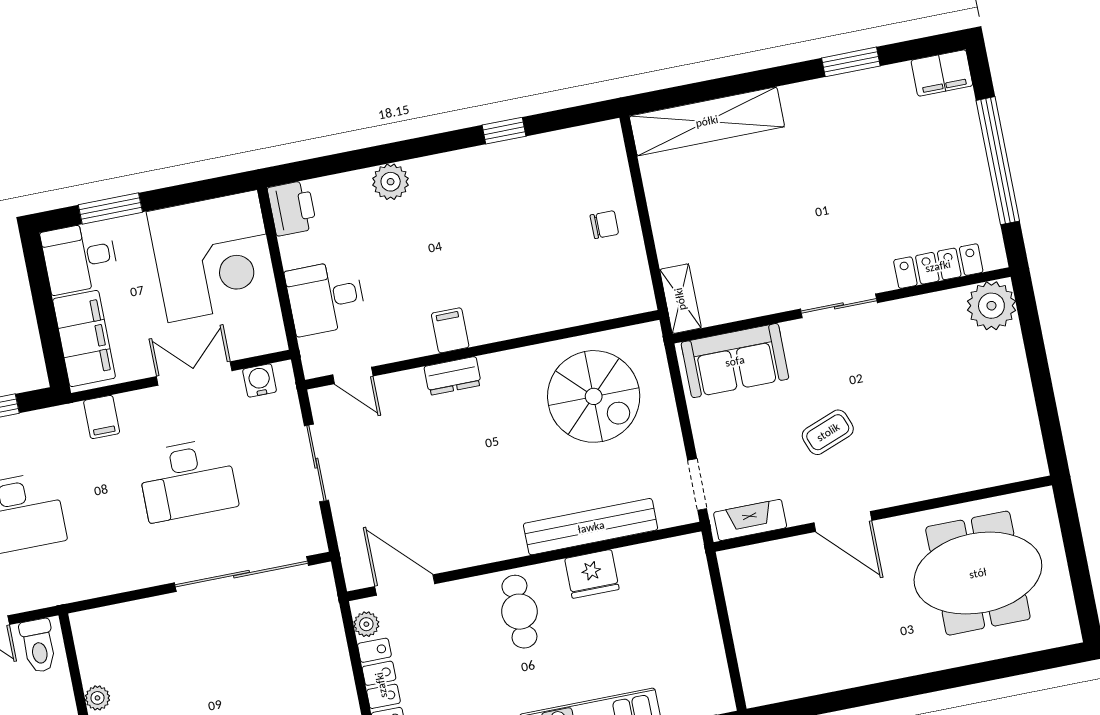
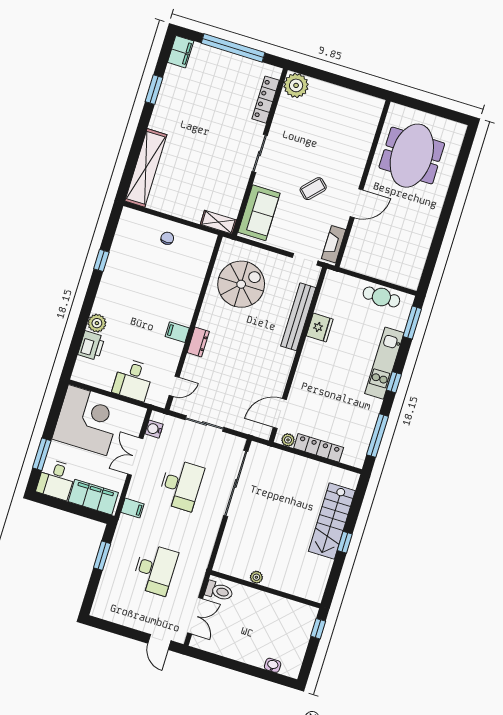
printer: (292, 208) -> (91, 346), moved, turned 90
coffee table: (828, 432) -> (313, 189), turned 64
cafe table: (519, 612) -> (381, 297), moved

